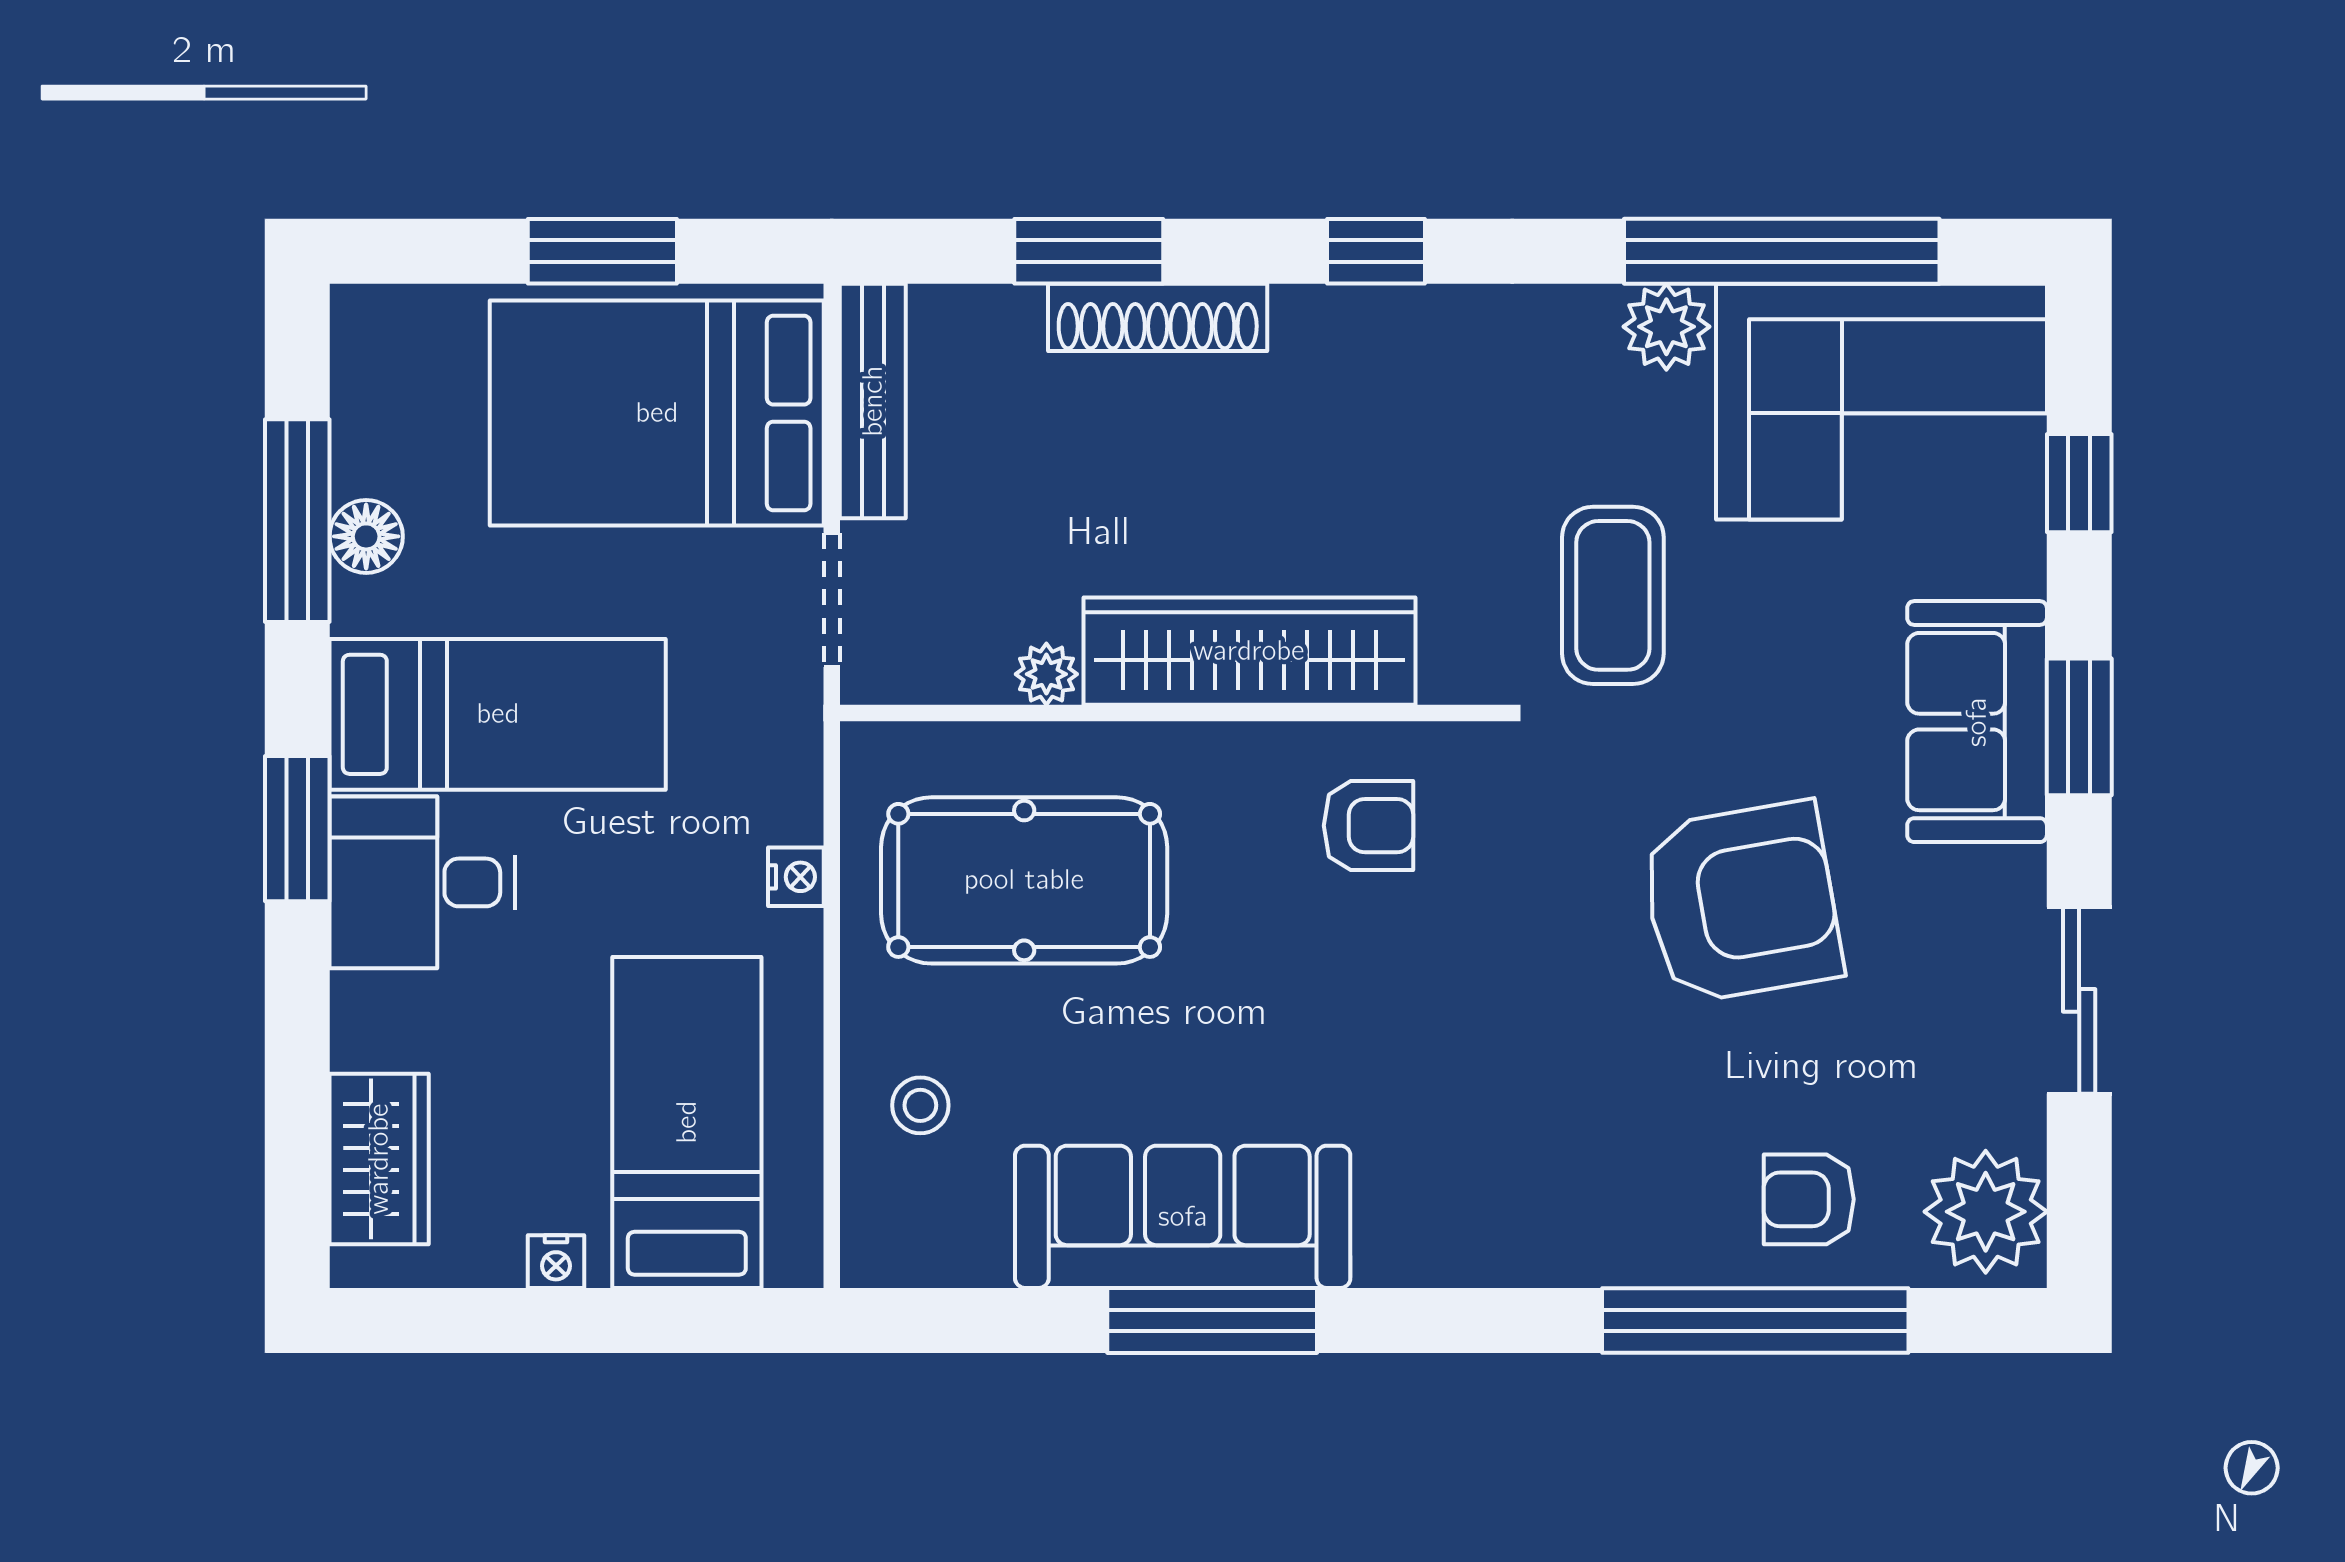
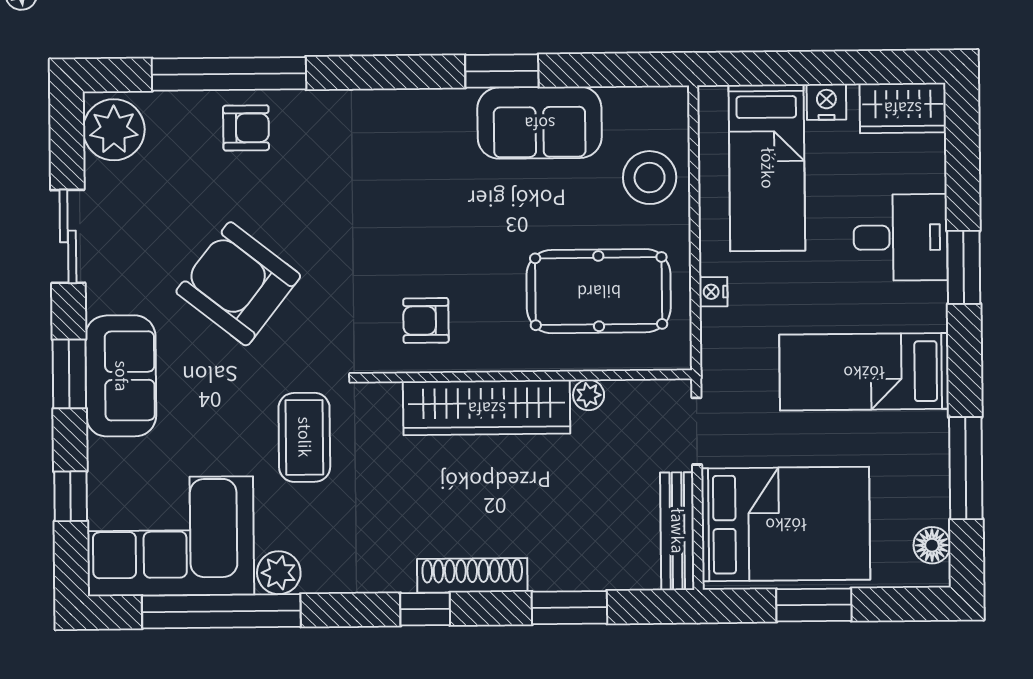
shoe rack: (1158, 317) -> (472, 575), moved
floor lamp: (366, 536) -> (932, 545), moved
window: (297, 829) -> (964, 267), moved
desk: (422, 882) -> (901, 237), moved
armchair: (1741, 903) -> (238, 284), turned 48
stool: (920, 1105) -> (650, 178), width x1.89, depth x1.89
wardrobe: (379, 1159) -> (903, 108), moved, turned -90
armchair: (1809, 1199) -> (246, 128), moved
sofa: (1183, 1217) -> (540, 123), width x0.73
nightstand: (556, 1262) -> (826, 102), width x1.39, depth x1.35
window: (1212, 1320) -> (502, 71), width x0.69

